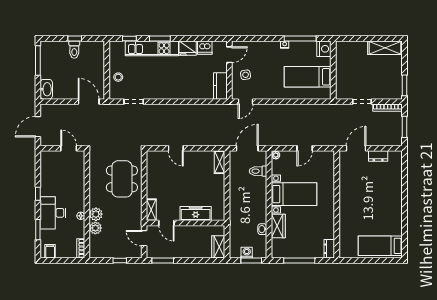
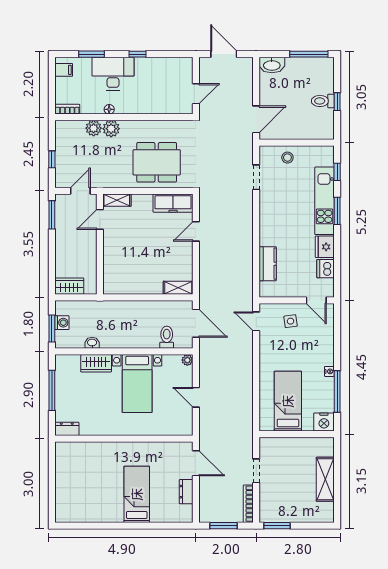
shelving: (385, 48) -> (325, 479), moved
kitchen counter: (220, 86) -> (268, 264), moved, turned 90
freezer: (196, 214) -> (173, 203), moved, turned 90
bed: (380, 246) -> (137, 494), moved

